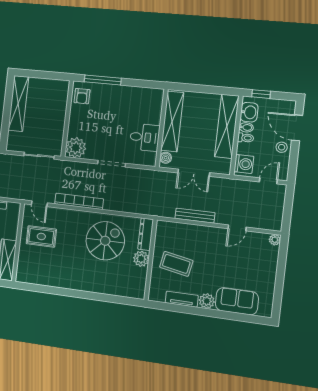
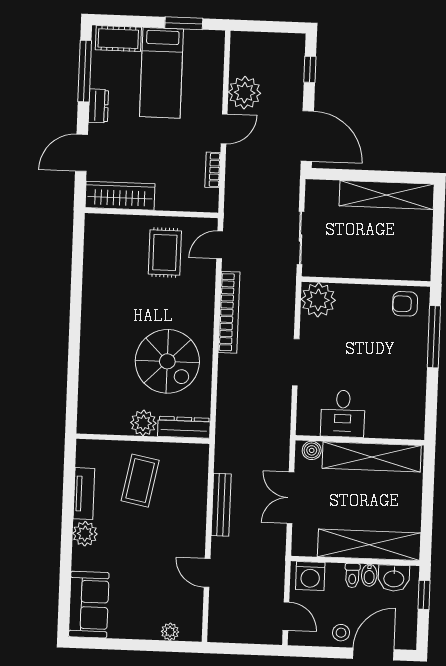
plant: (275, 240) -> (170, 632), moved
sofa: (237, 301) -> (89, 605), moved

